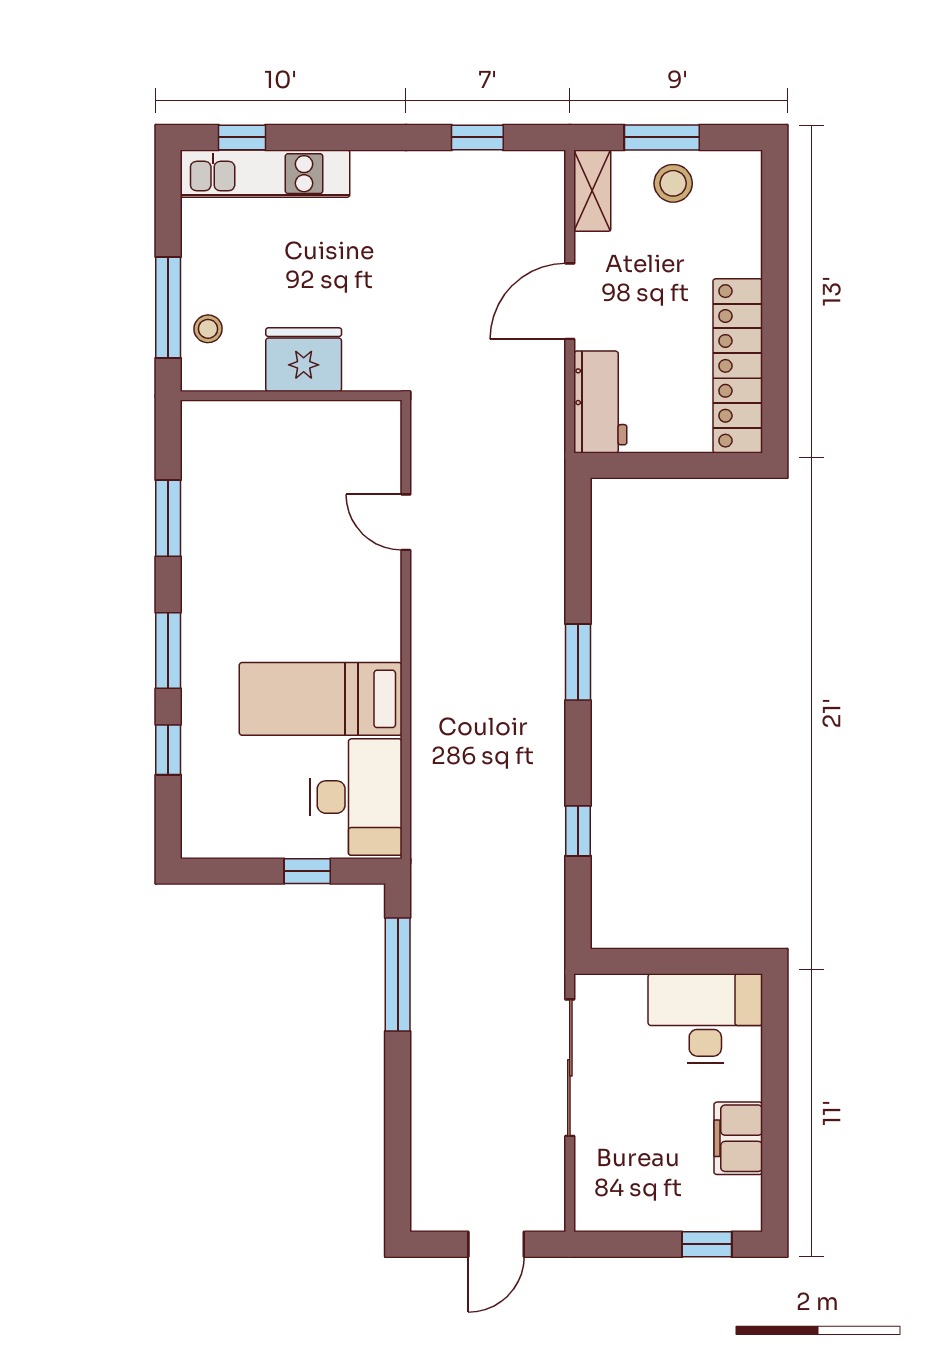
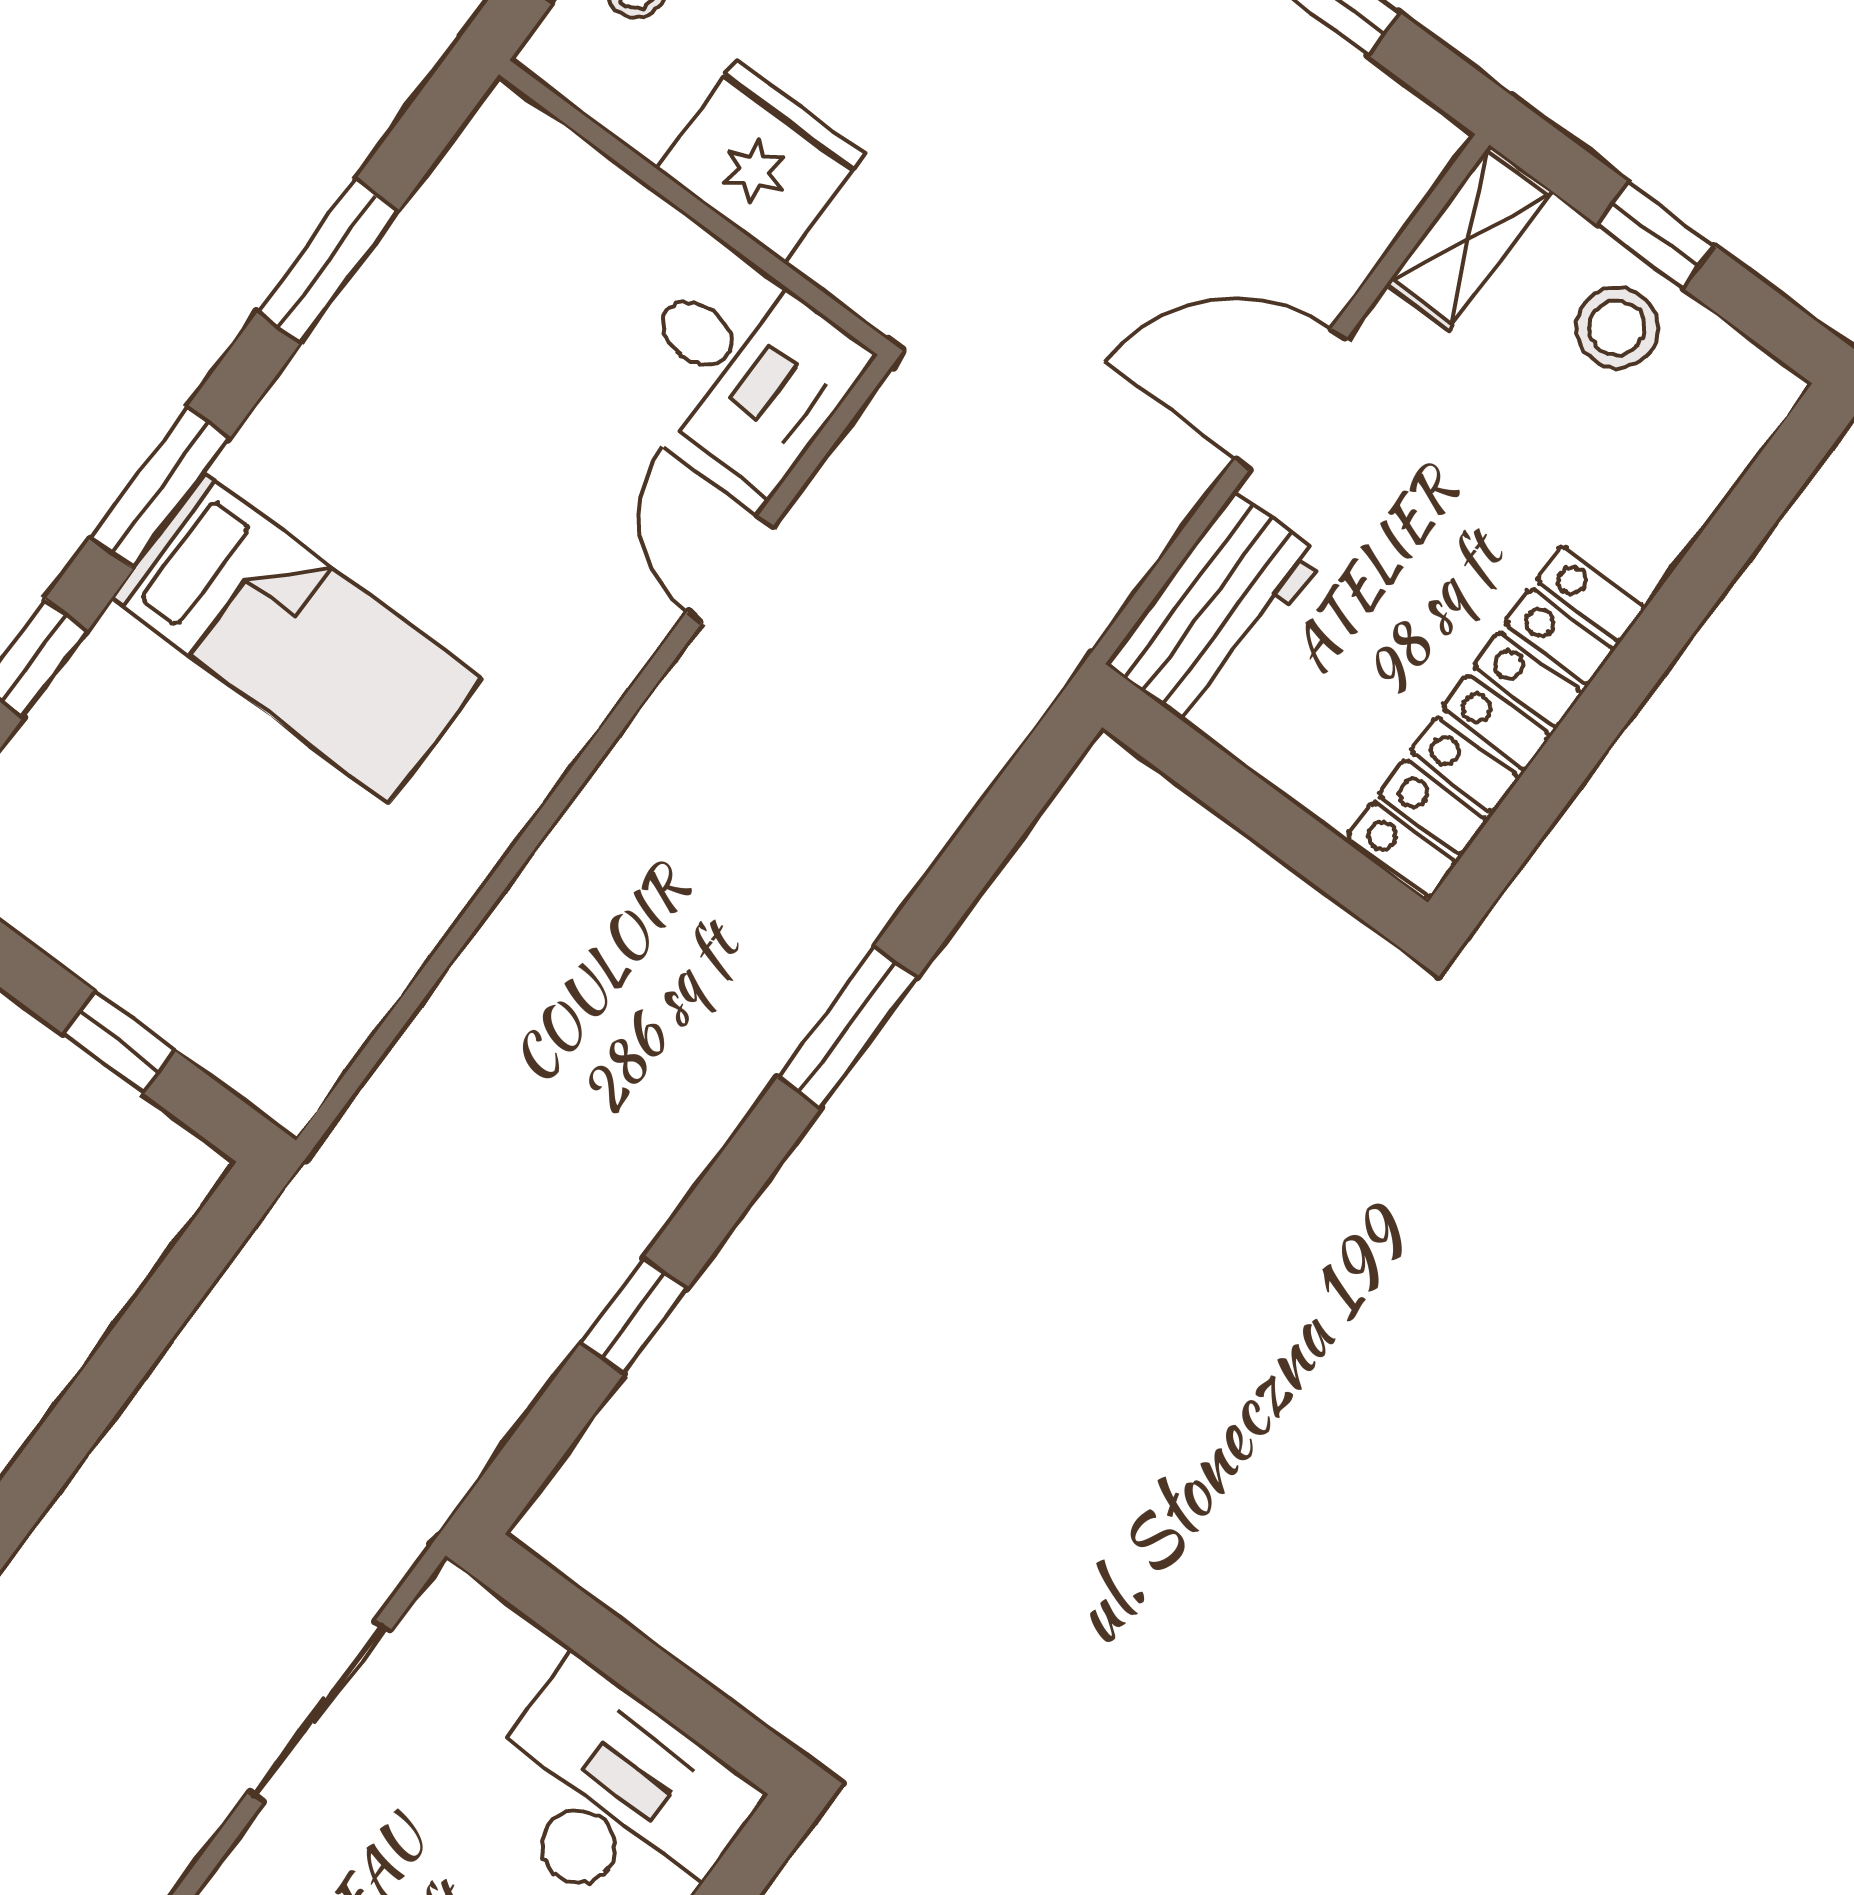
window: (662, 137) -> (1656, 235), width x0.67
bed: (321, 699) -> (297, 638), moved, turned 180
desk: (356, 797) -> (746, 369), moved, width x0.73
window: (398, 975) -> (143, 1334), removed
sliding door: (570, 1068) -> (319, 1711), width x0.73

